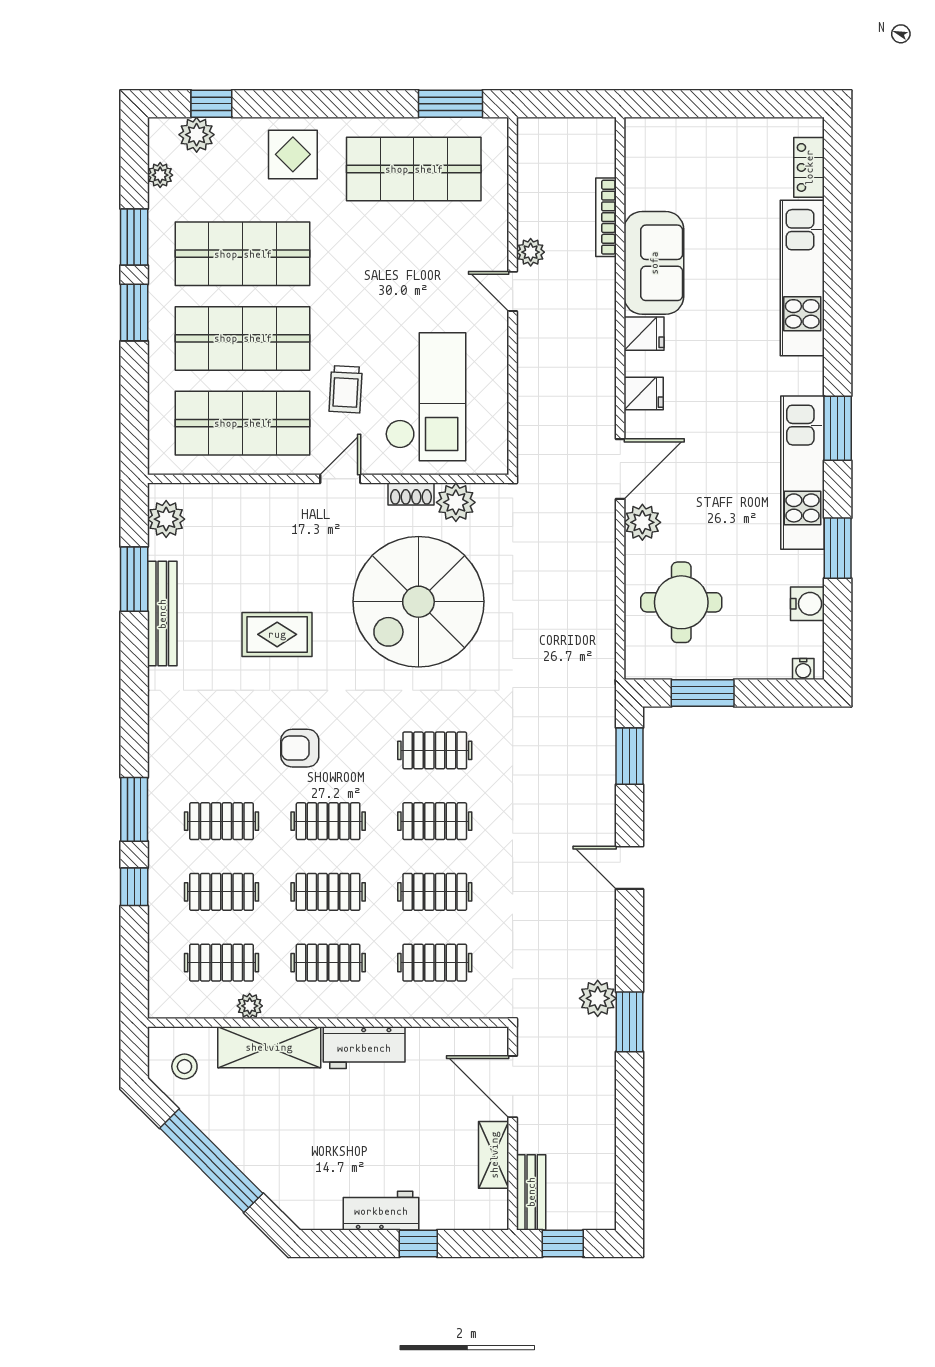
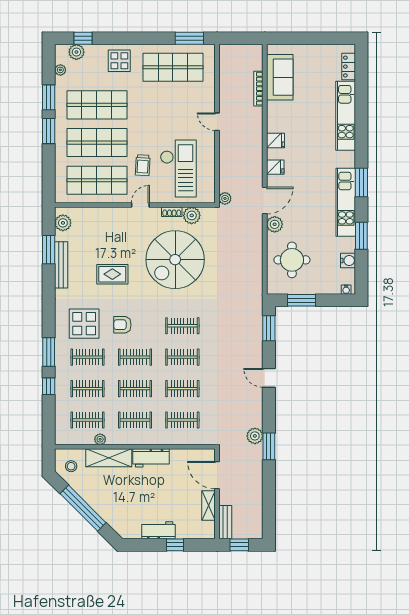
plant: (531, 252) -> (225, 198), moved
sofa: (654, 263) -> (280, 77), moved
display table: (214, 746) -> (84, 324), added

